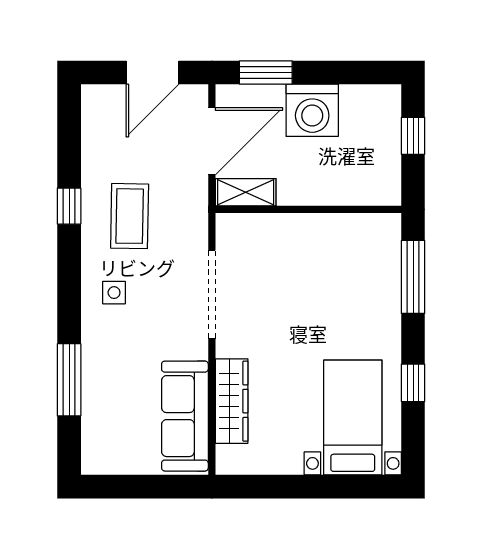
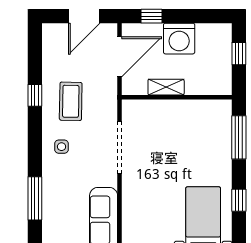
window: (266, 72) -> (152, 16), width x0.67
shelving: (246, 192) -> (166, 87), moved
wardrobe: (232, 401) -> (131, 211), removed

